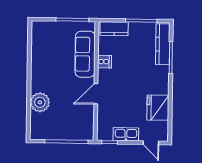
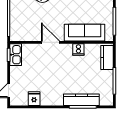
kitchen counter: (163, 44) -> (81, 100), moved
fridge: (158, 108) -> (34, 99), width x0.53, depth x0.75
kitchen sink: (126, 134) -> (16, 55), moved

